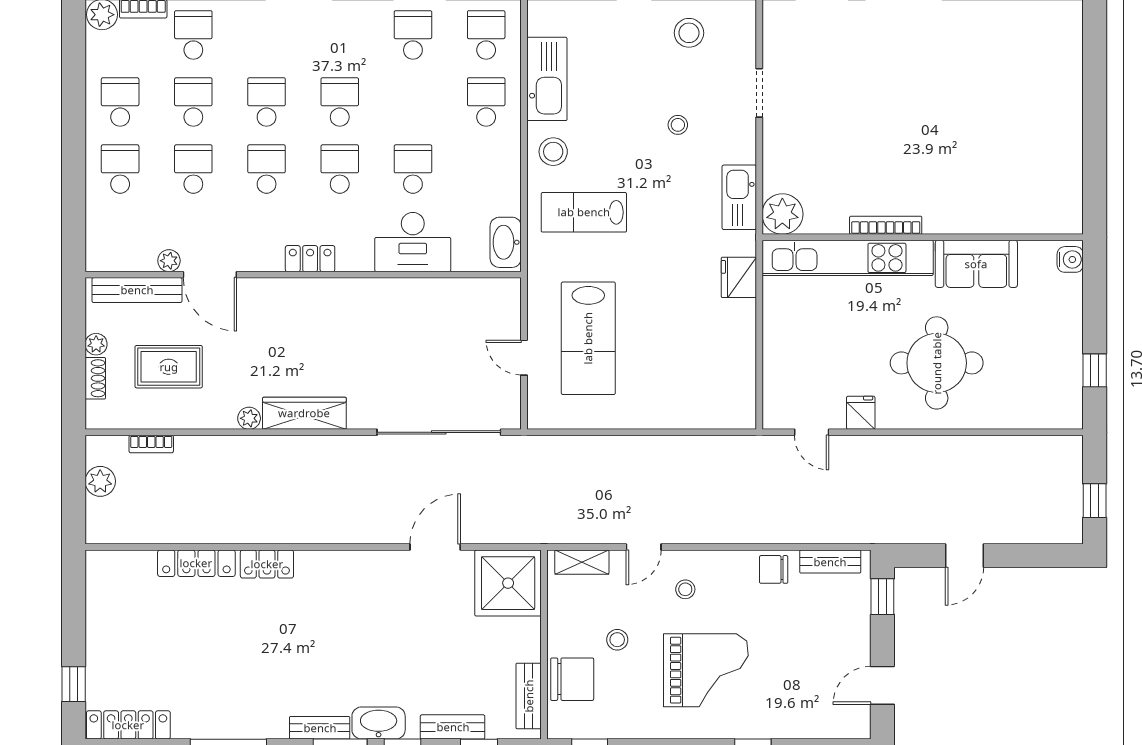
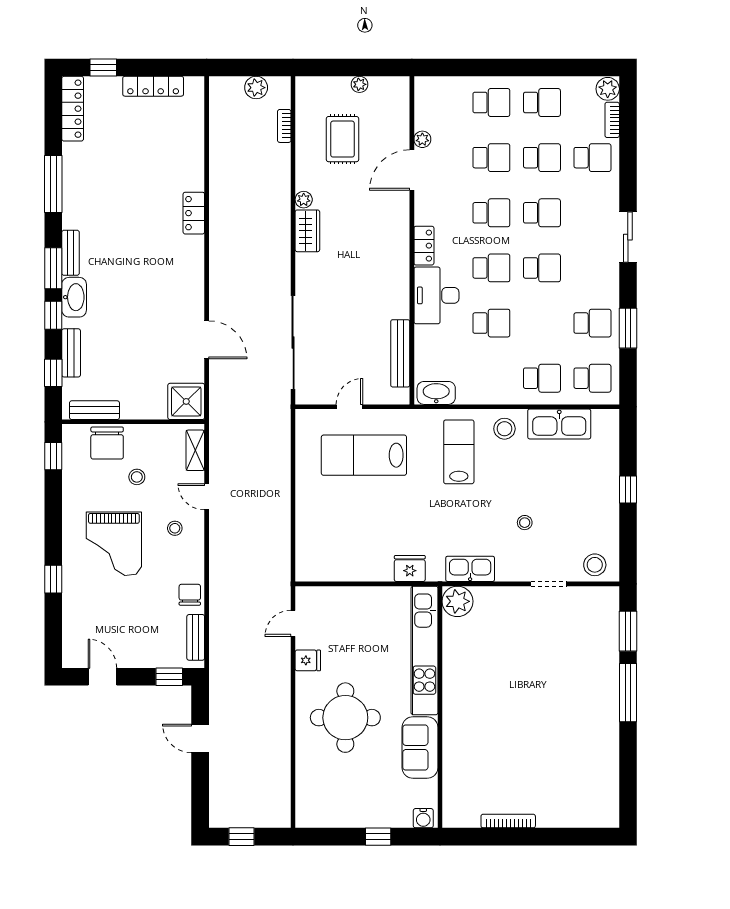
stool: (689, 33) -> (595, 565), moved
bookcase: (886, 225) -> (508, 821), moved, turned -90
desk: (413, 242) -> (436, 295), moved
bench: (137, 290) -> (400, 353), moved
window: (1095, 370) -> (378, 837), moved
shoe rack: (95, 378) -> (334, 84), removed
wardrobe: (304, 413) -> (307, 231), width x0.67
locker: (196, 563) -> (153, 86), moved, turned -90
shower: (508, 583) -> (186, 401), width x0.73, depth x0.73

